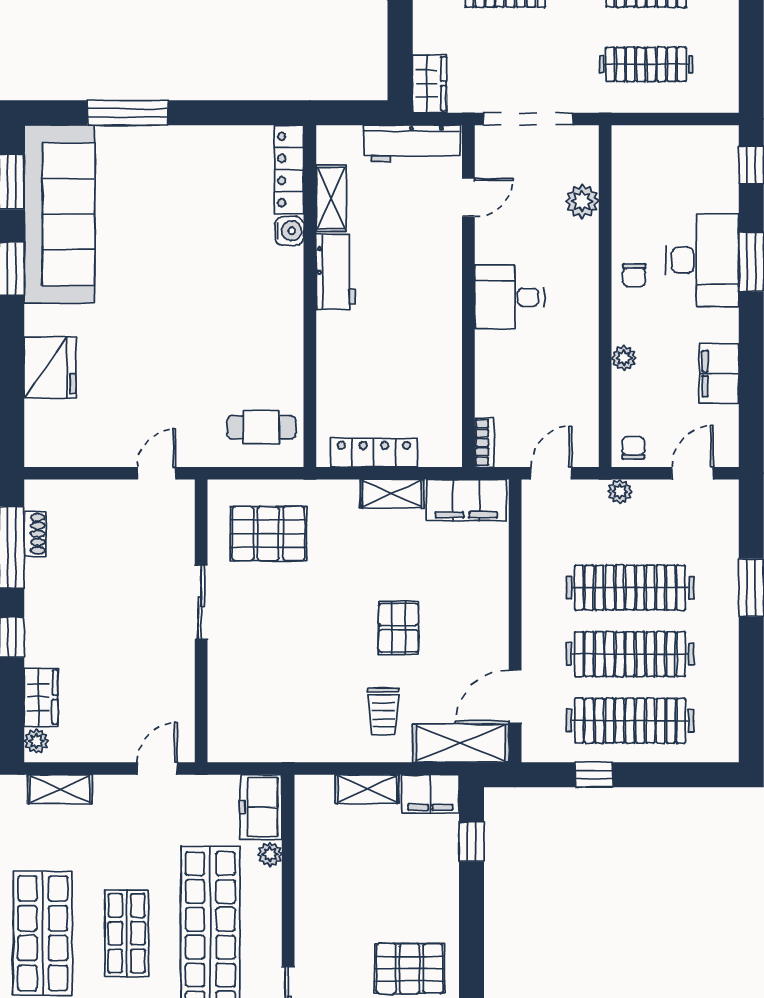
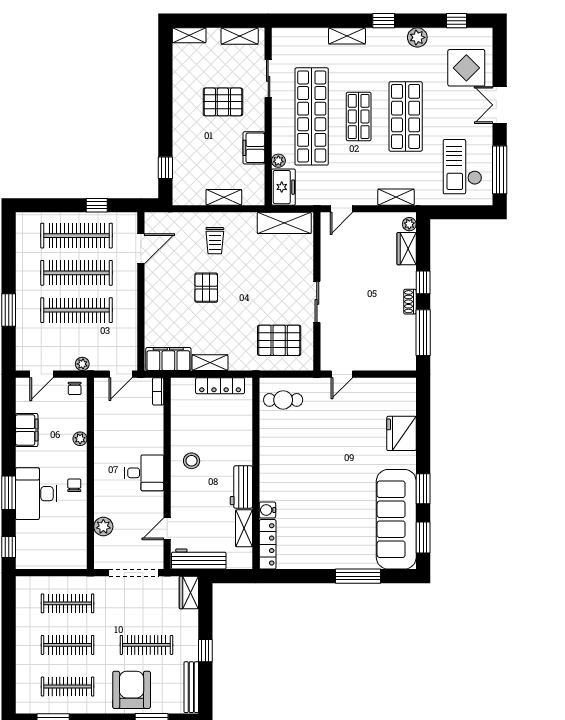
stool: (425, 319) -> (192, 461), added
shoe rack: (35, 534) -> (410, 302), moved
trolley: (383, 712) -> (215, 241), turned 180
shelving: (461, 743) -> (284, 223), moved
filing cabinet: (430, 794) -> (254, 148), moved, turned -90
pallet: (410, 969) -> (223, 102), moved

